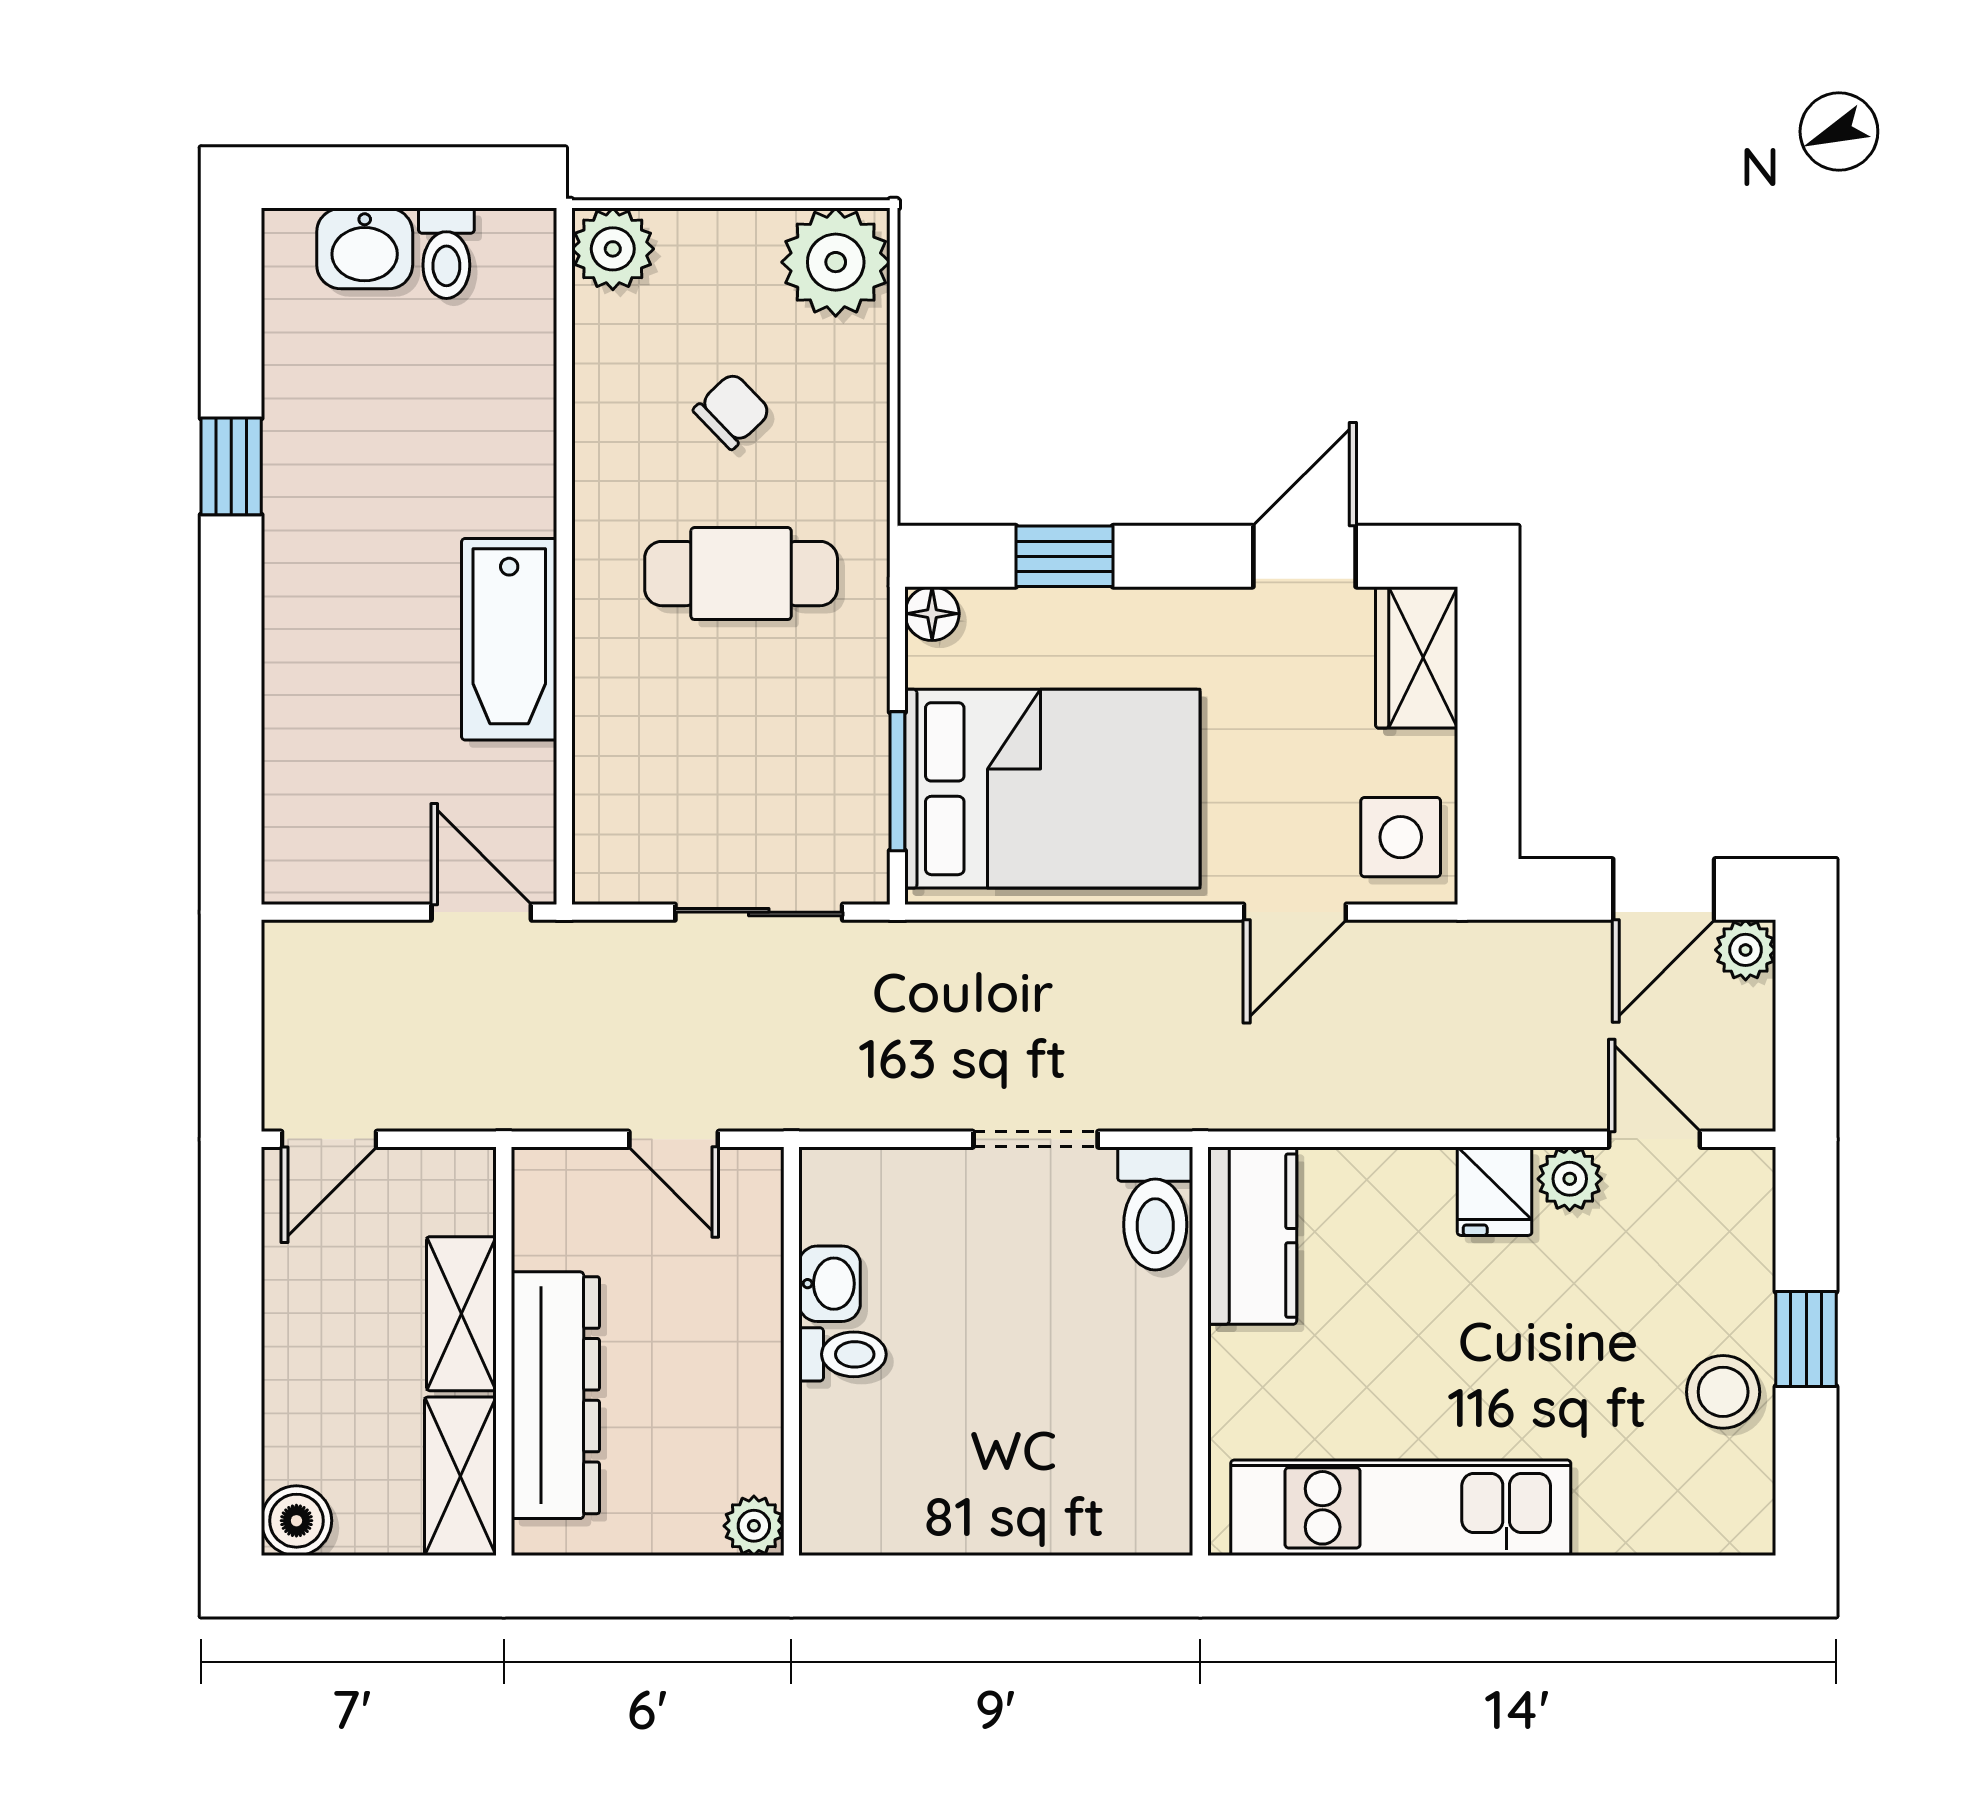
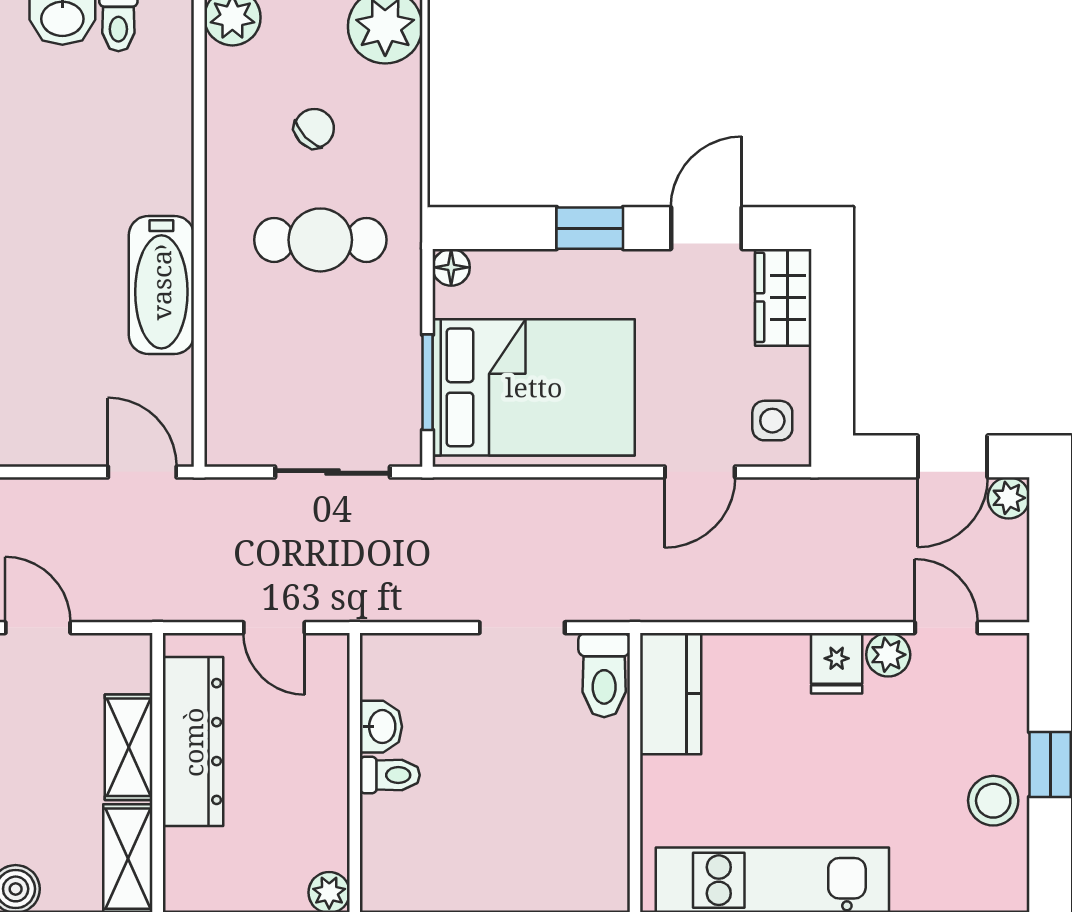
window: (1064, 556) -> (590, 228), moved
side table: (1401, 837) -> (772, 421), width x0.73, depth x0.73
door: (329, 1139) -> (38, 628), swing flipped
dresser: (555, 1395) -> (193, 742), moved

